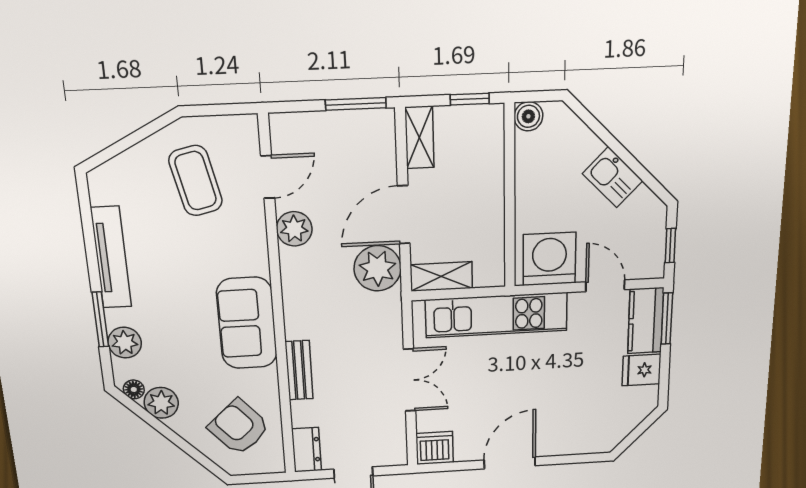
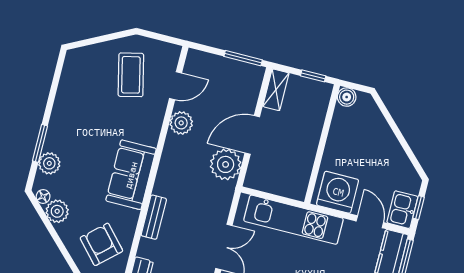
kitchen sink: (613, 177) -> (402, 210), moved, turned 45
tv unit: (111, 257) -> (62, 106), removed
shelving: (441, 276) -> (265, 182), removed

